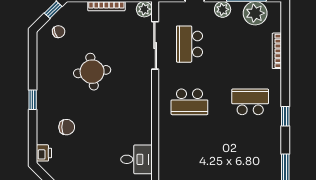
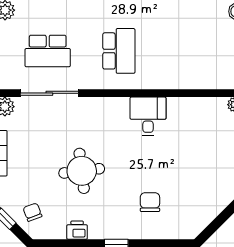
printer: (44, 153) -> (77, 230), moved
desk: (136, 159) -> (148, 116), moved

